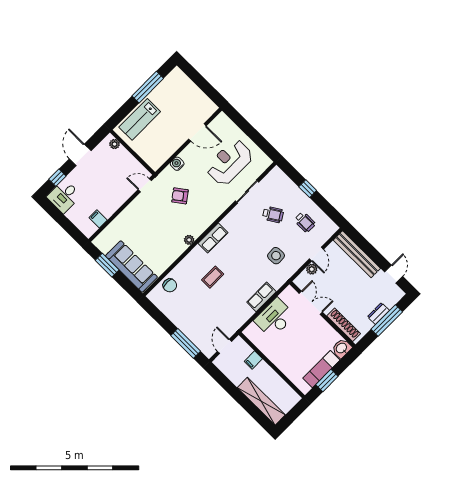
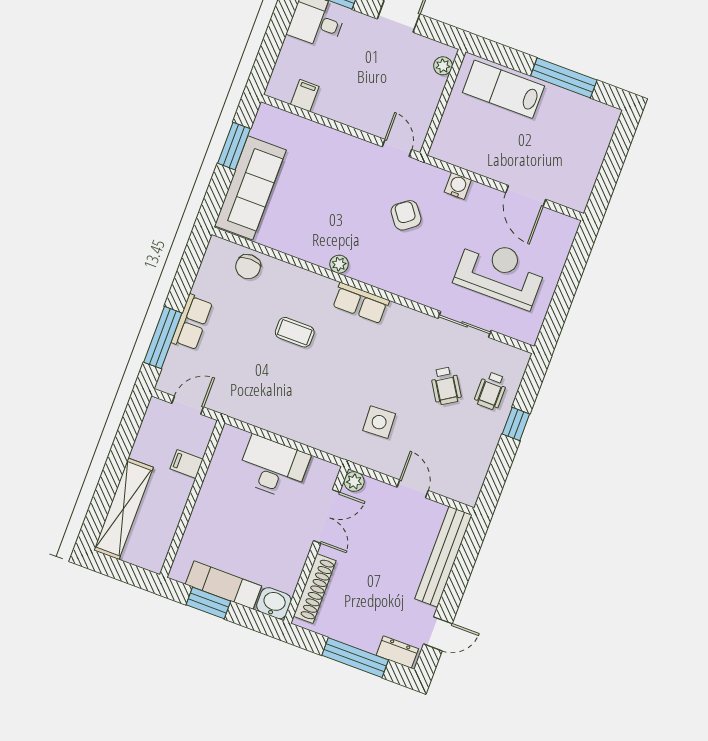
wheelchair: (305, 222) -> (491, 391), moved
door: (316, 254) -> (413, 489), swing flipped
plant: (312, 269) -> (354, 481), moved
row of seats: (261, 297) -> (192, 322), moved, turned 90
dresser: (378, 314) -> (397, 652), moved

